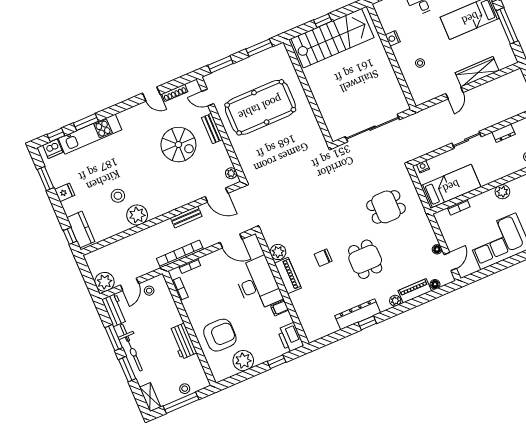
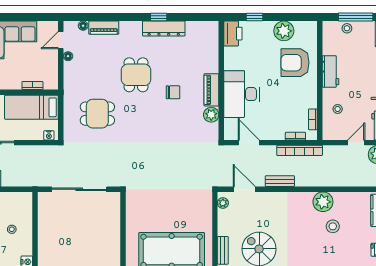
stool: (149, 291) -> (338, 109), moved
plant: (395, 301) -> (125, 26), removed
filing cabinet: (280, 308) -> (231, 64), removed

